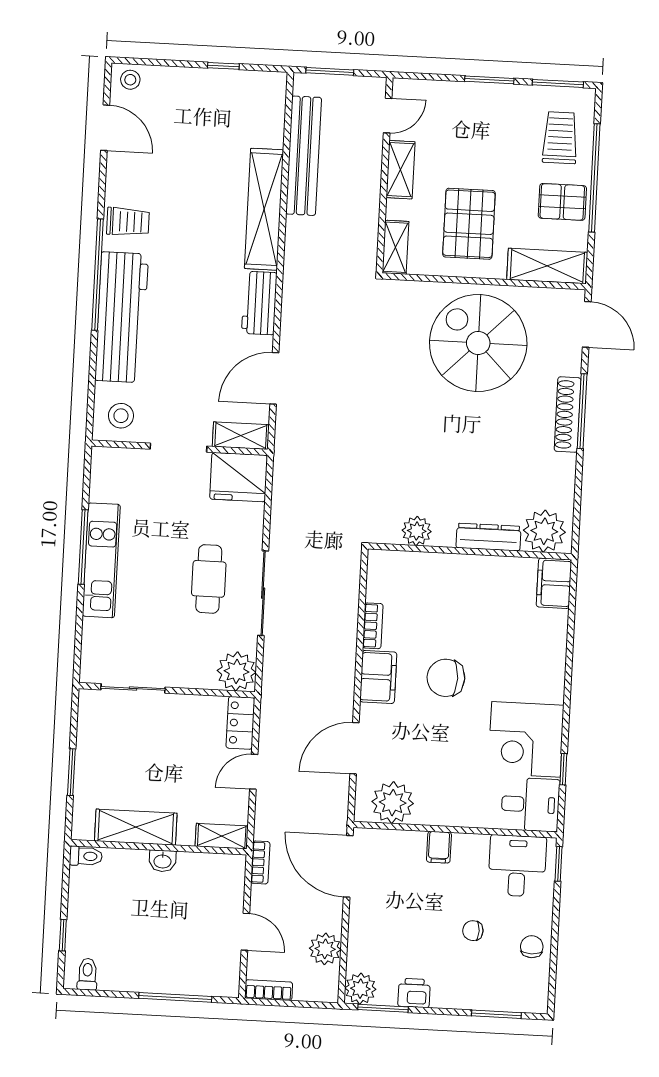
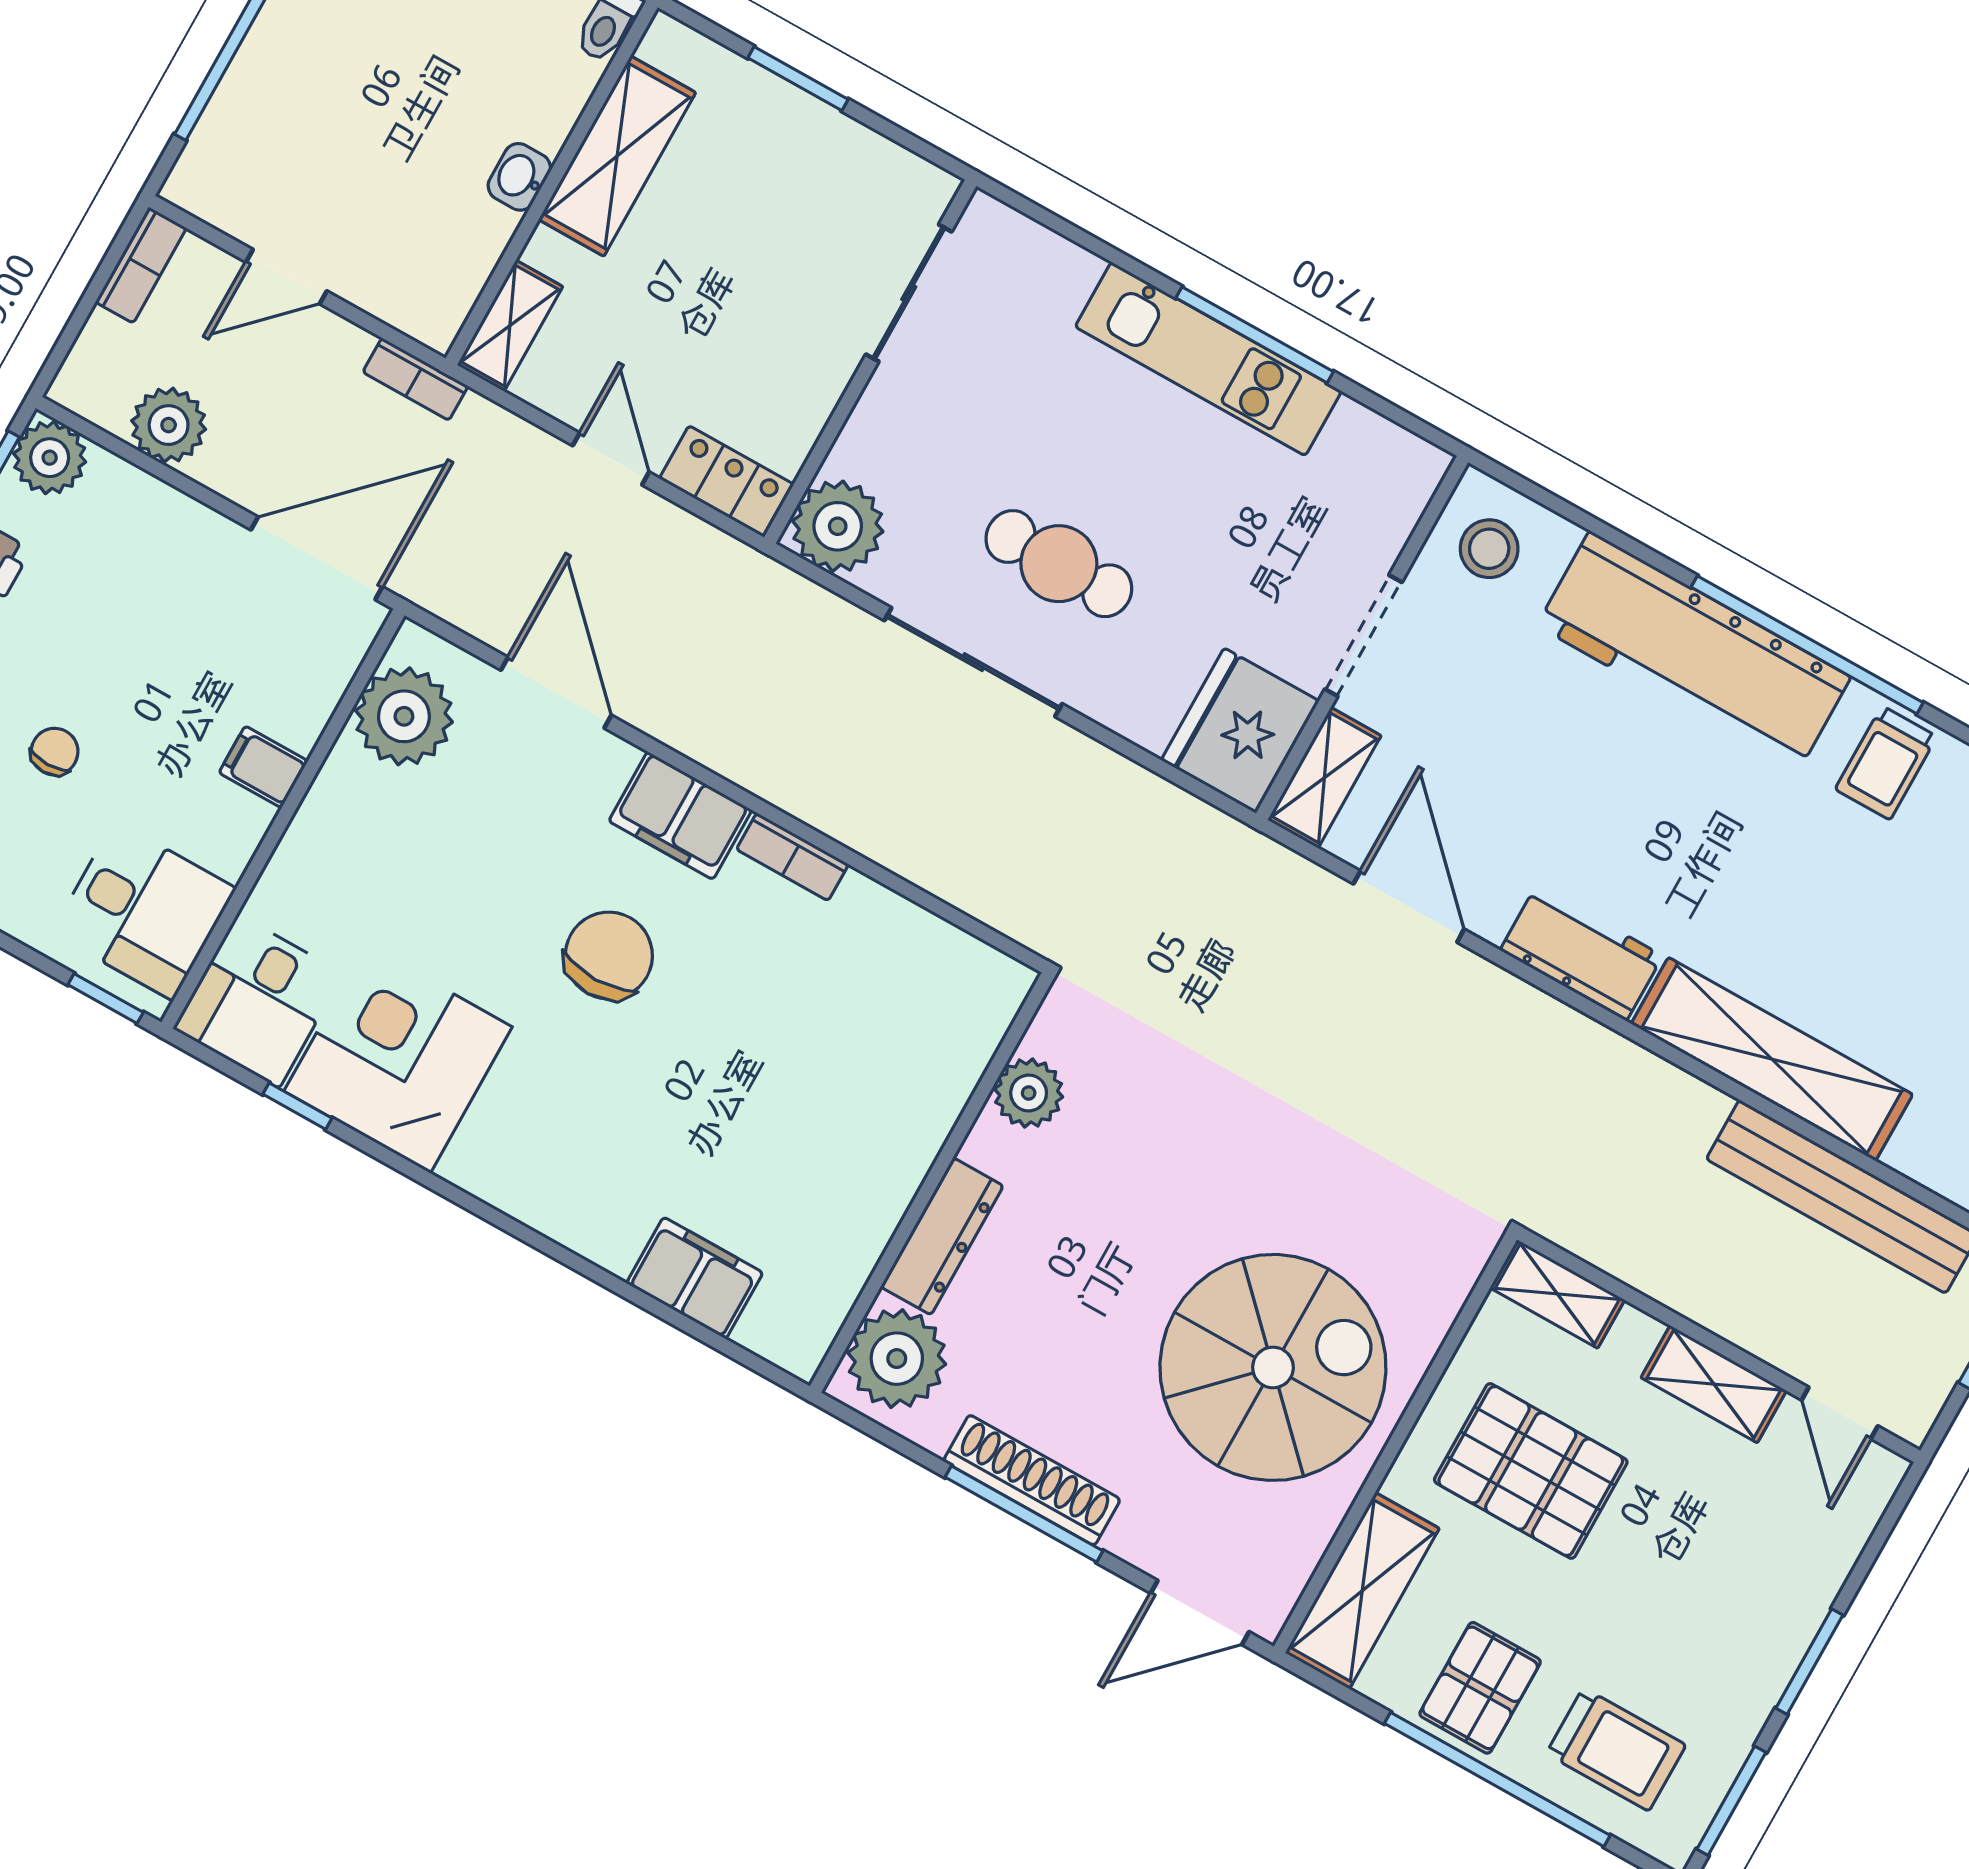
plant: (417, 531) -> (1029, 1093), moved
plant: (544, 531) -> (897, 1359), moved
dresser: (489, 537) -> (942, 1236), moved
wall: (470, 551) -> (931, 1183), moved

